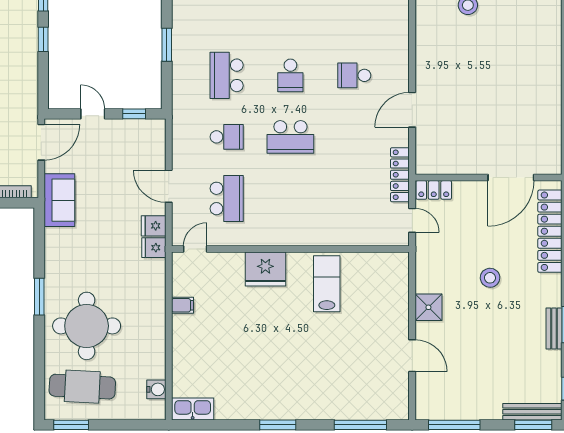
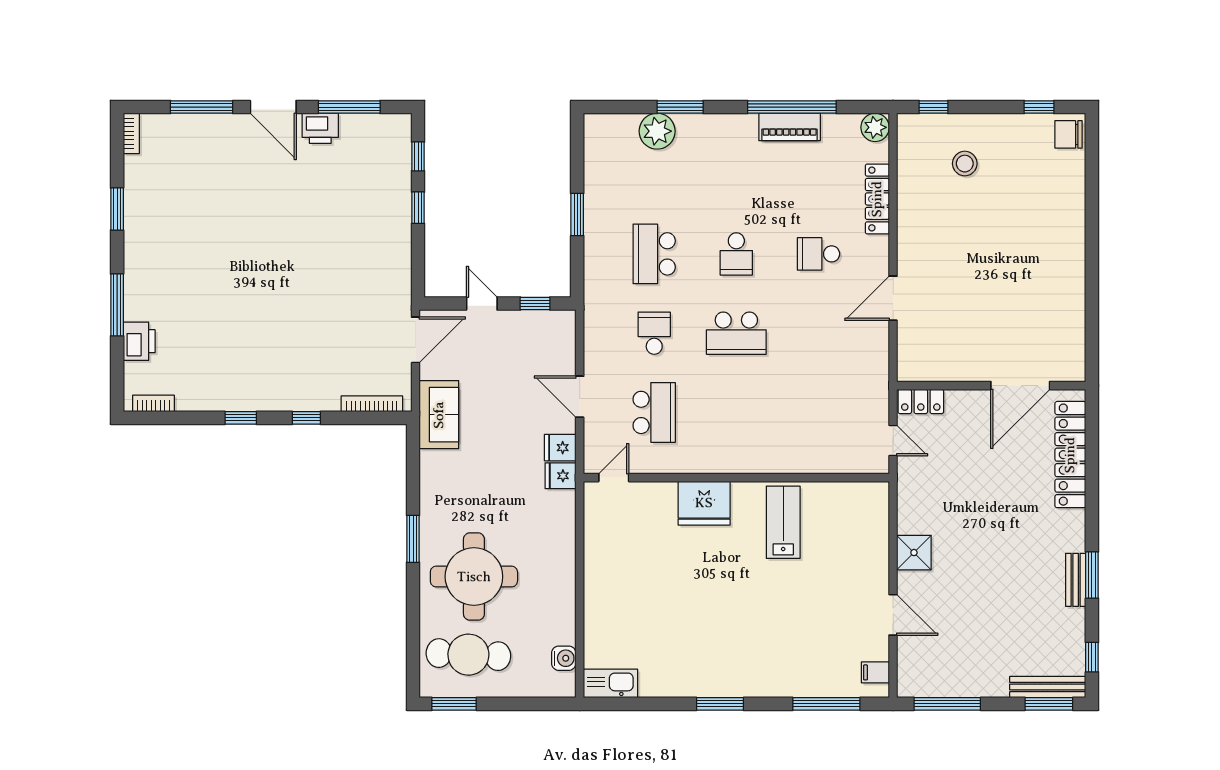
school desk: (227, 137) -> (654, 333), turned -90
locker: (400, 175) -> (877, 199), moved
stool: (490, 278) -> (993, 515), removed
filing cabinet: (182, 305) -> (875, 672), moved, turned 180

